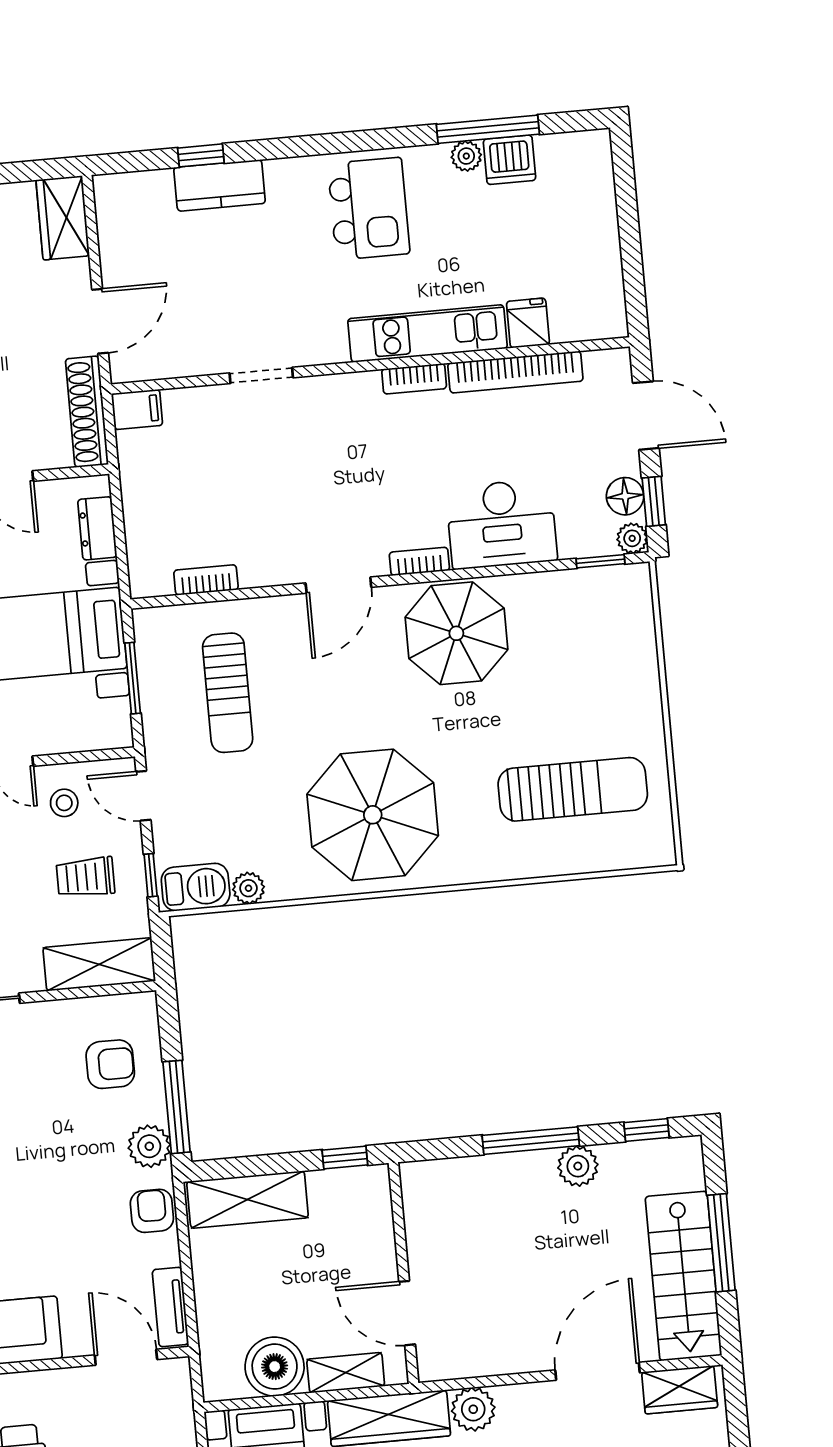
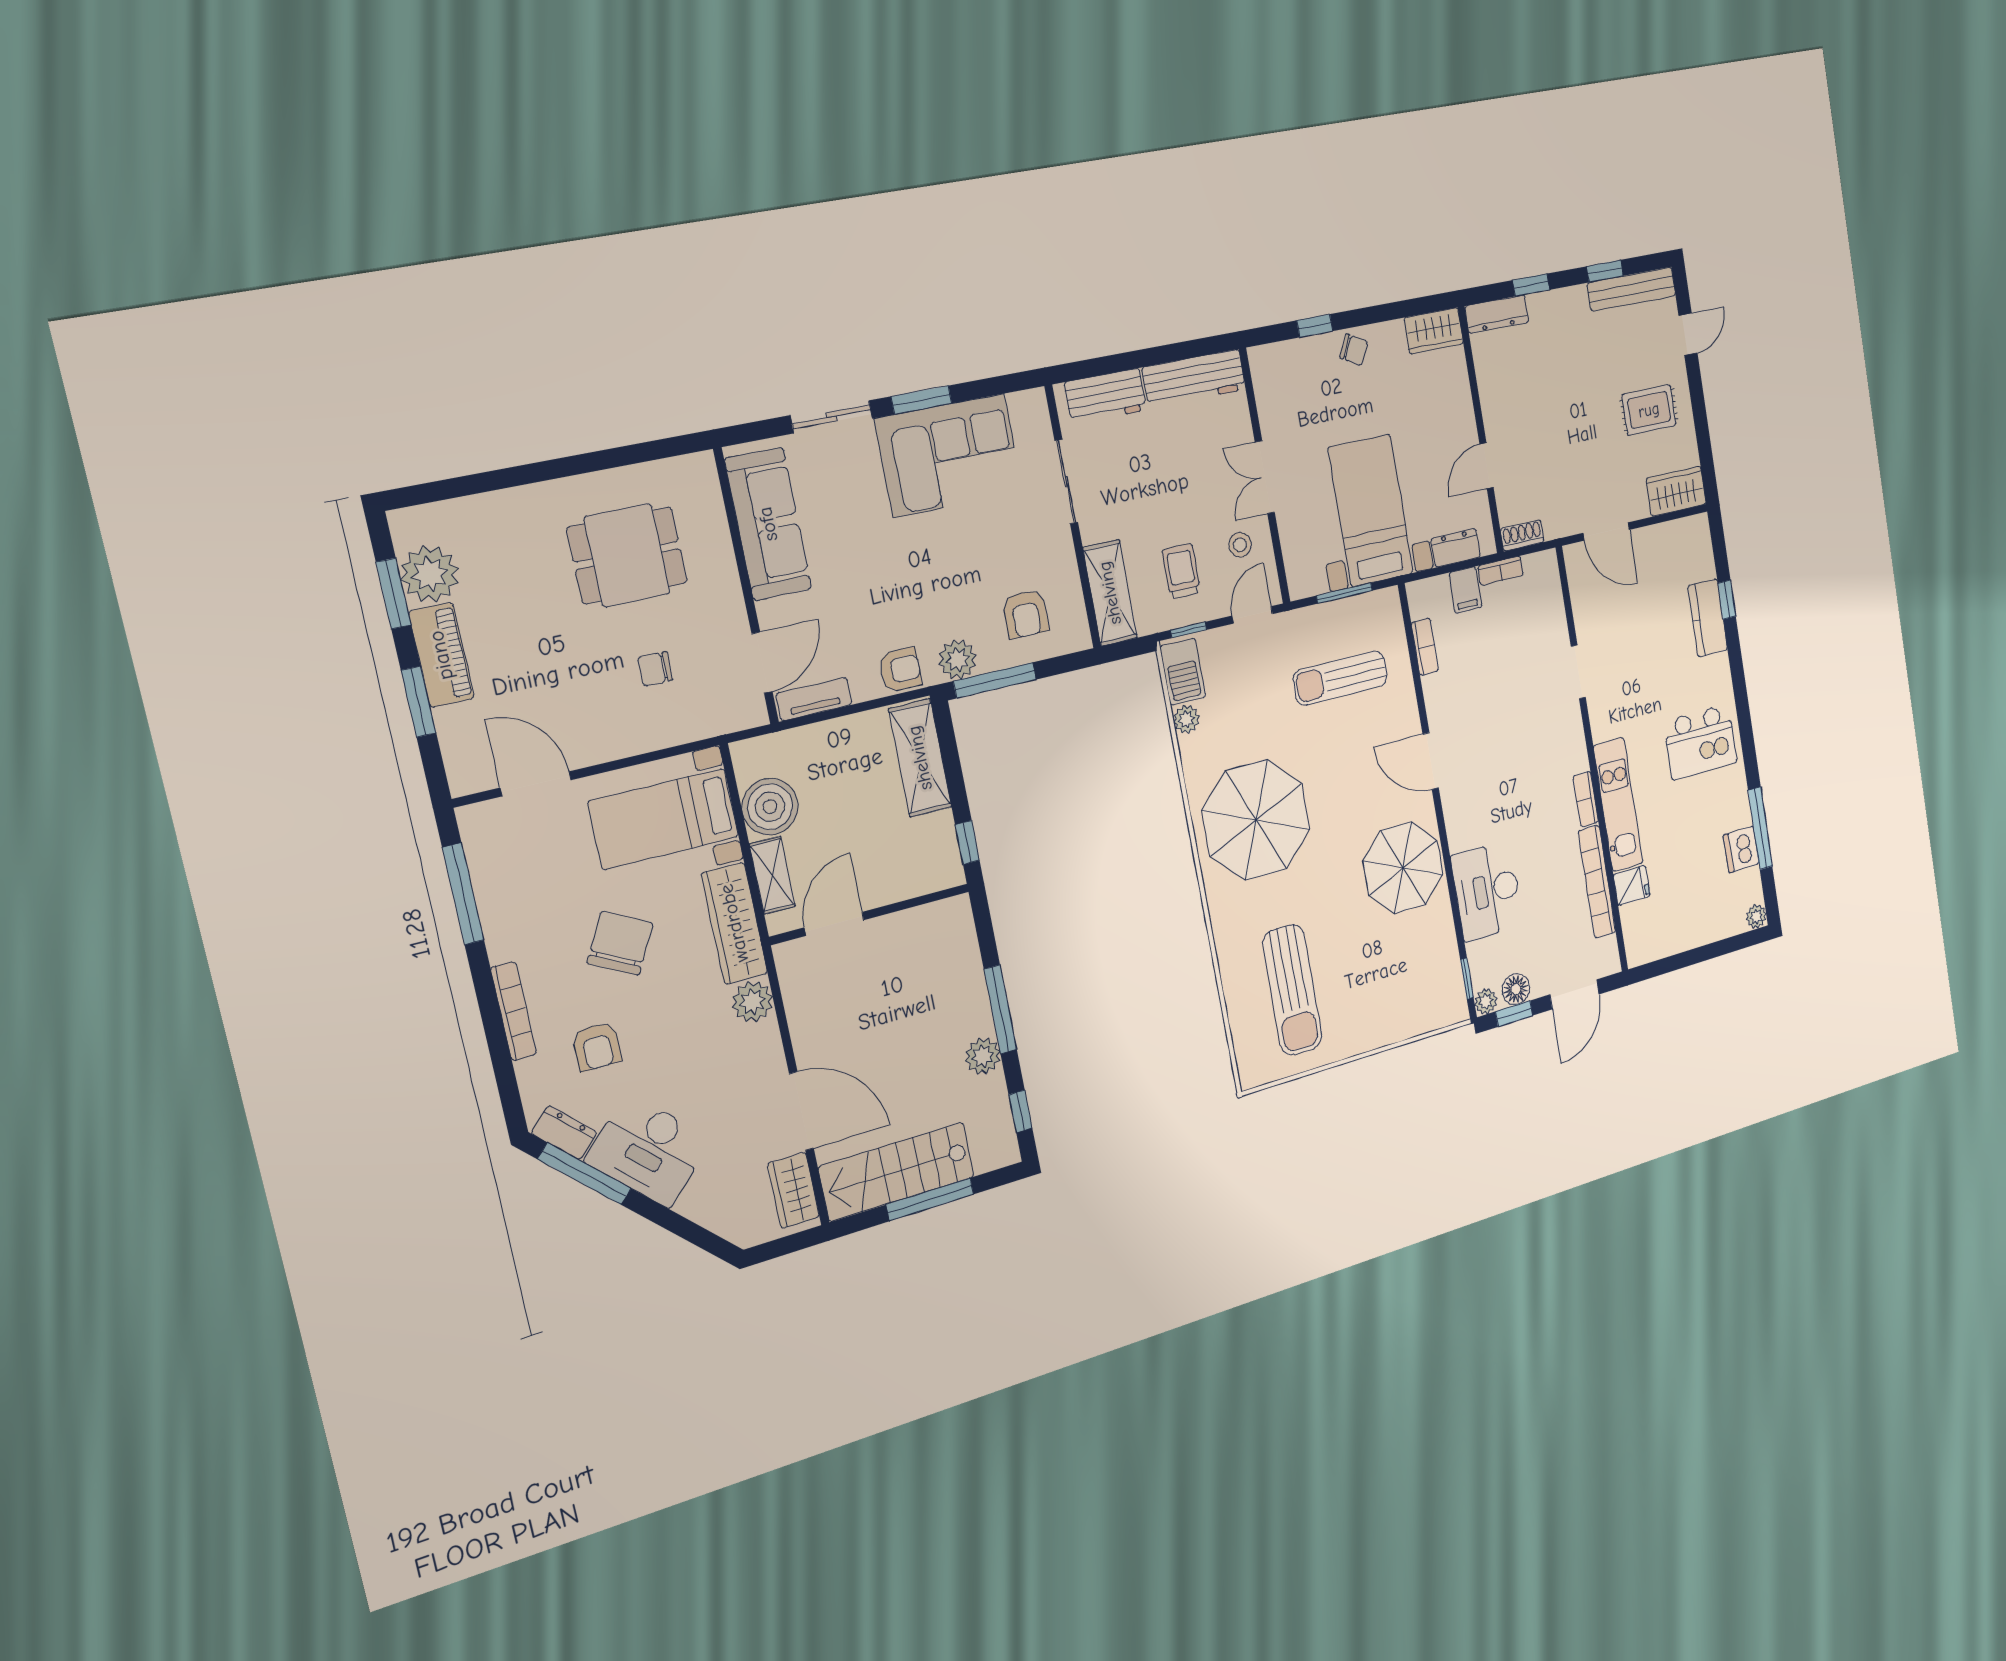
plant: (466, 156) -> (1756, 917), moved
filing cabinet: (137, 409) -> (1465, 590), moved
shoe rack: (87, 412) -> (1522, 535), width x0.51, depth x0.81
bookcase: (419, 561) -> (1501, 571), moved, turned 90

